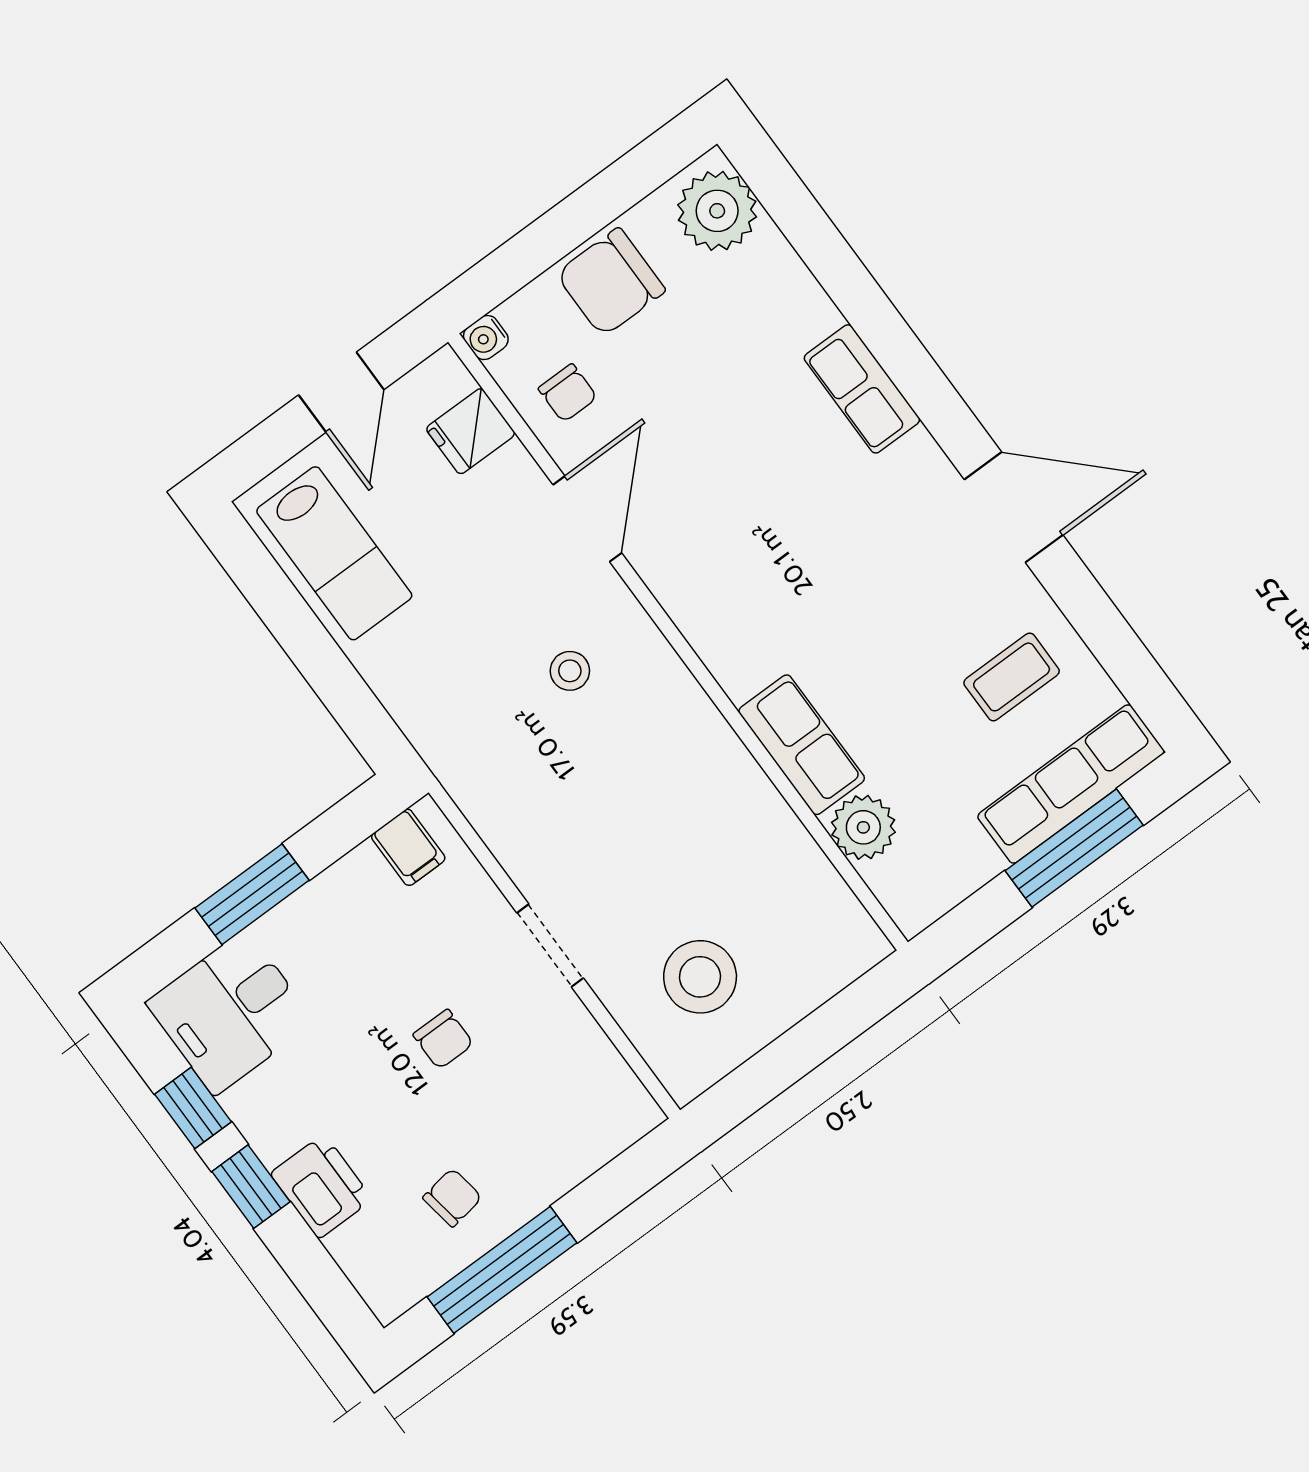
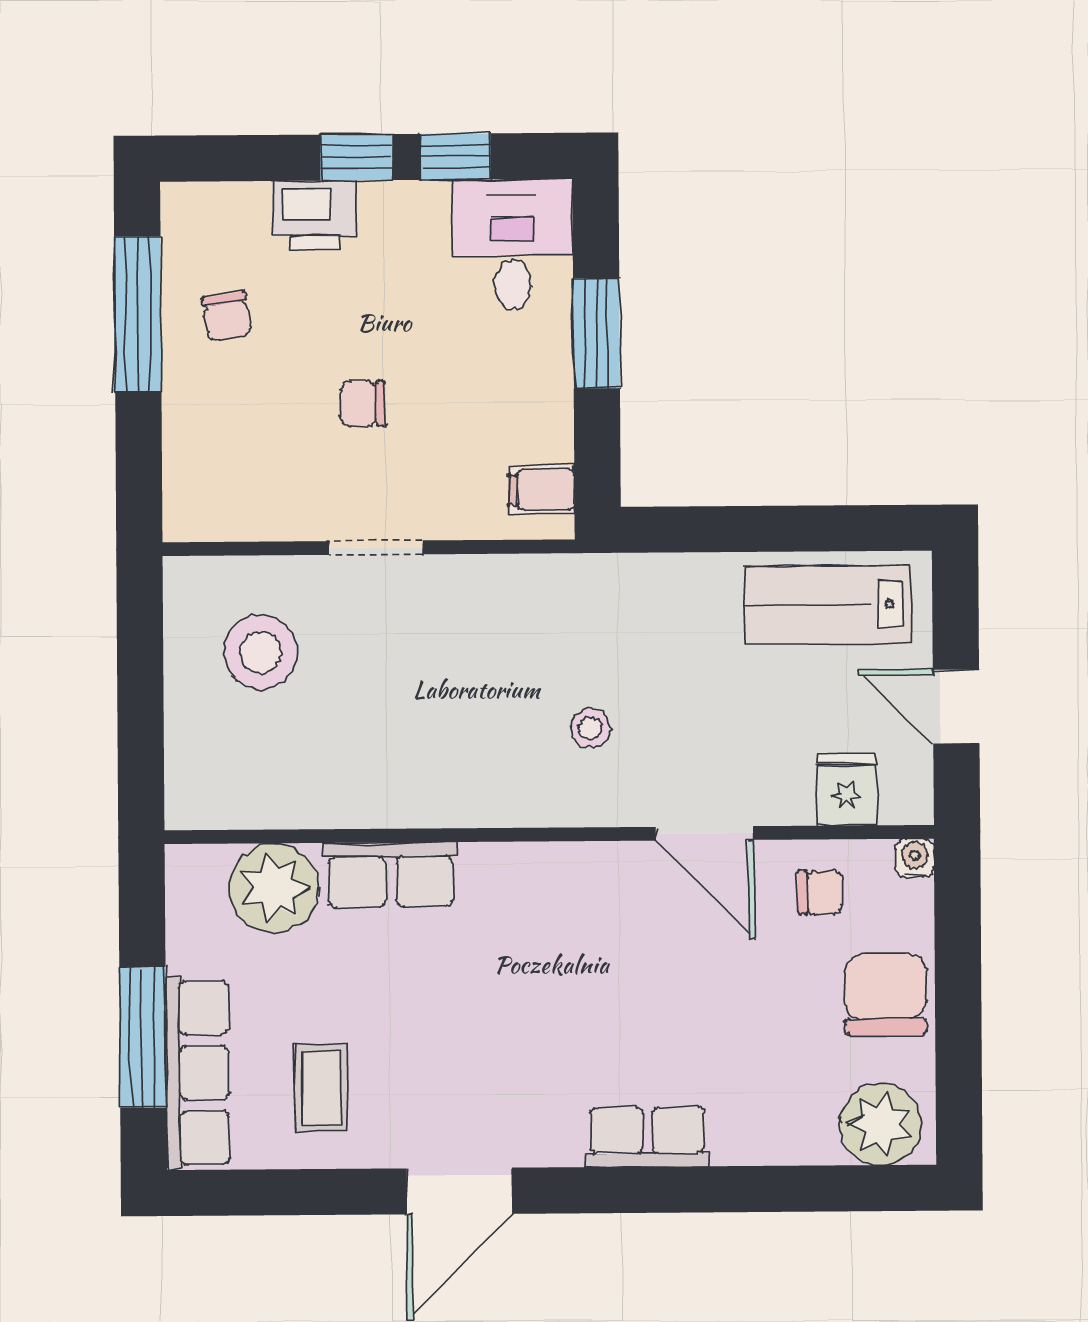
chair: (568, 393) -> (820, 893), turned 180
plant: (863, 827) -> (274, 888), width x1.36, depth x1.36

